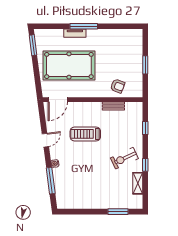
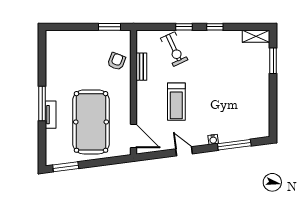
window: (145, 65) -> (109, 27), moved
window: (145, 128) -> (184, 27), moved
exercise bike: (124, 158) -> (174, 49), moved
shelving: (138, 183) -> (256, 36), moved

